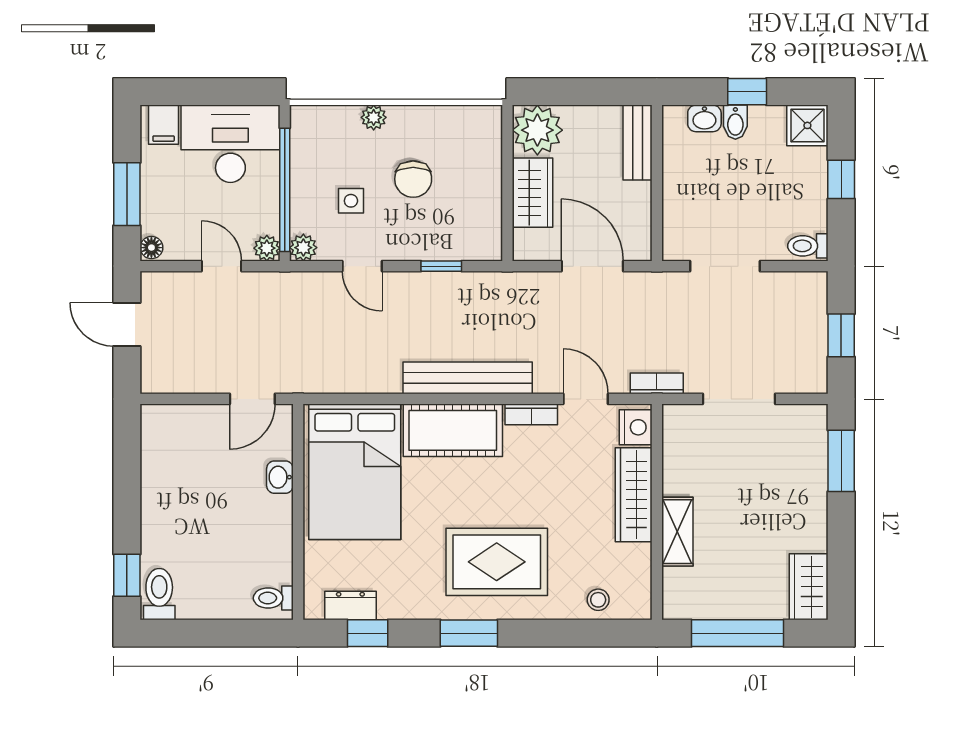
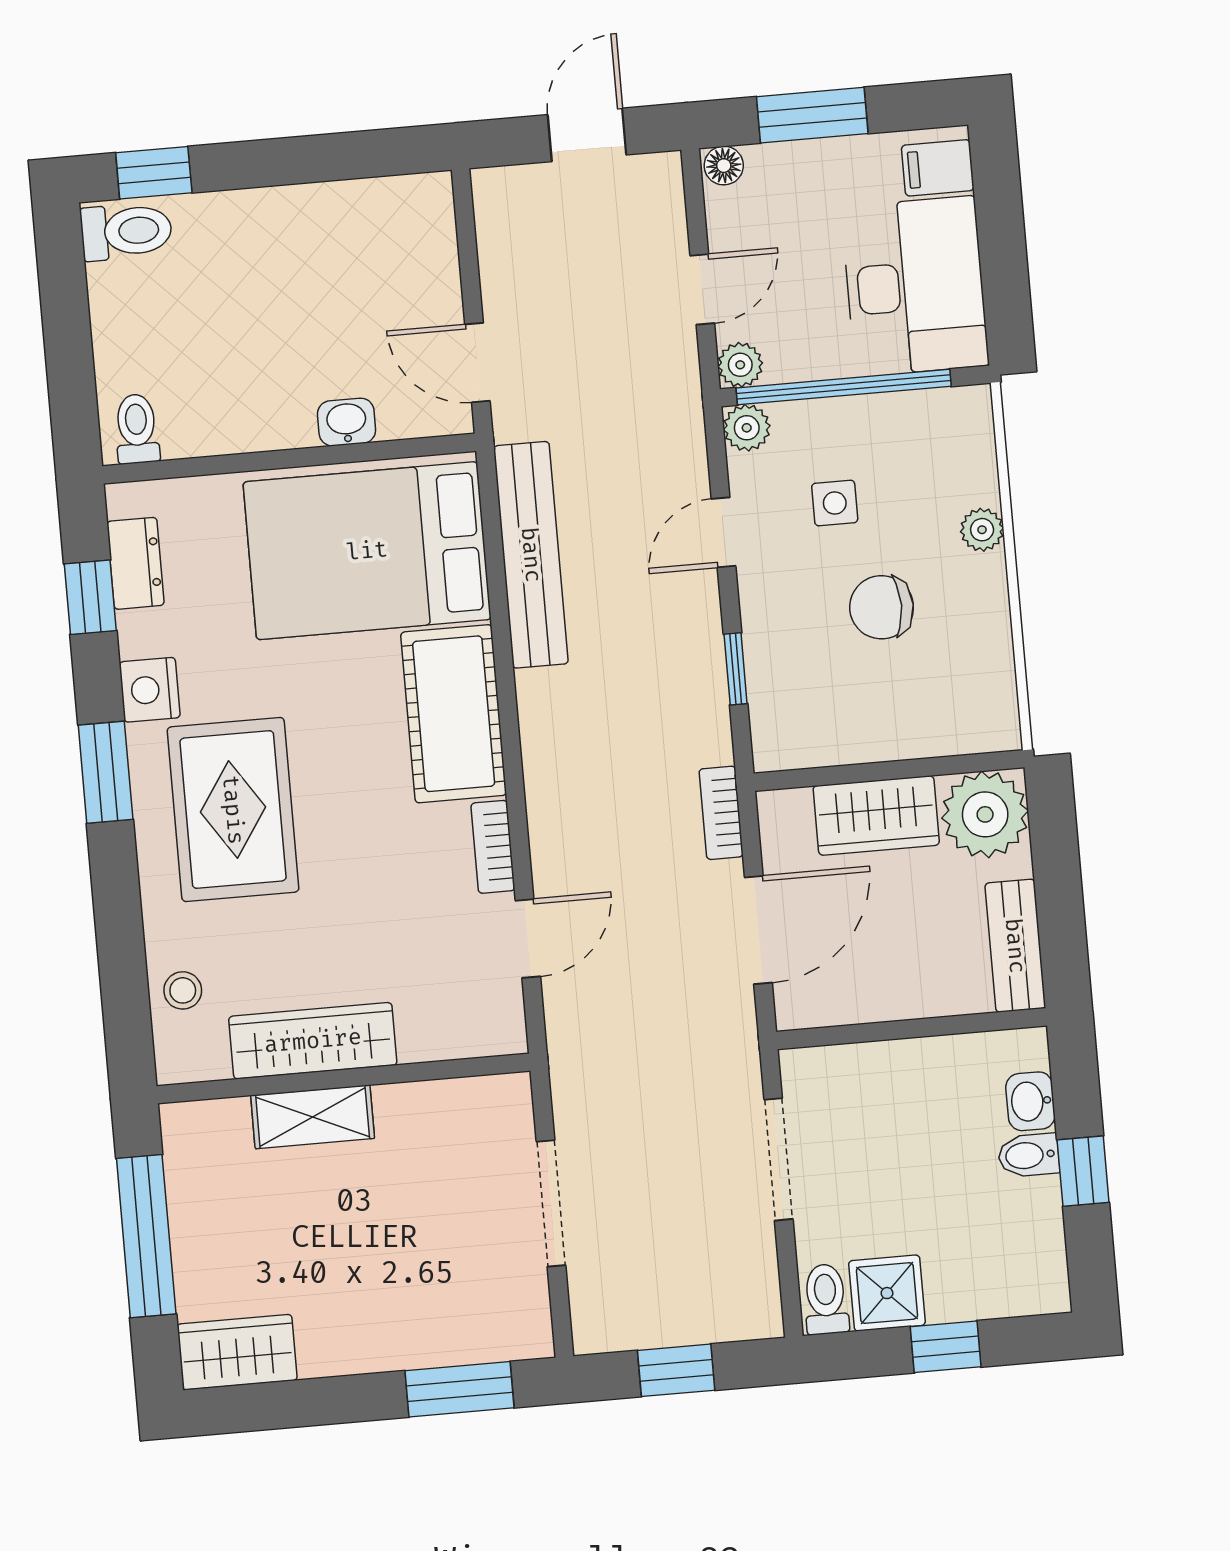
shower: (807, 125) -> (887, 1293), moved
bench: (637, 142) -> (1015, 946), moved, turned 90
bench: (468, 378) -> (531, 555), moved
bookcase: (657, 383) -> (721, 813), moved, turned 180
nightstand: (636, 427) -> (150, 690), moved, turned 90
wardrobe: (634, 495) -> (313, 1041), moved

